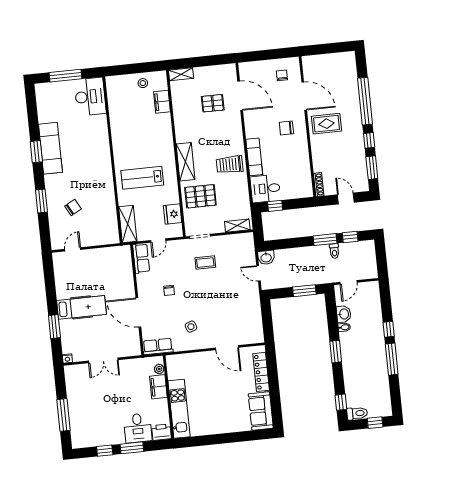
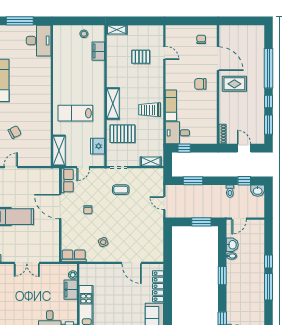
door: (240, 96) -> (164, 53), width x0.53
window: (325, 240) -> (193, 181), moved
washbasin: (266, 257) -> (258, 191), moved
door: (138, 312) -> (60, 207), moved

